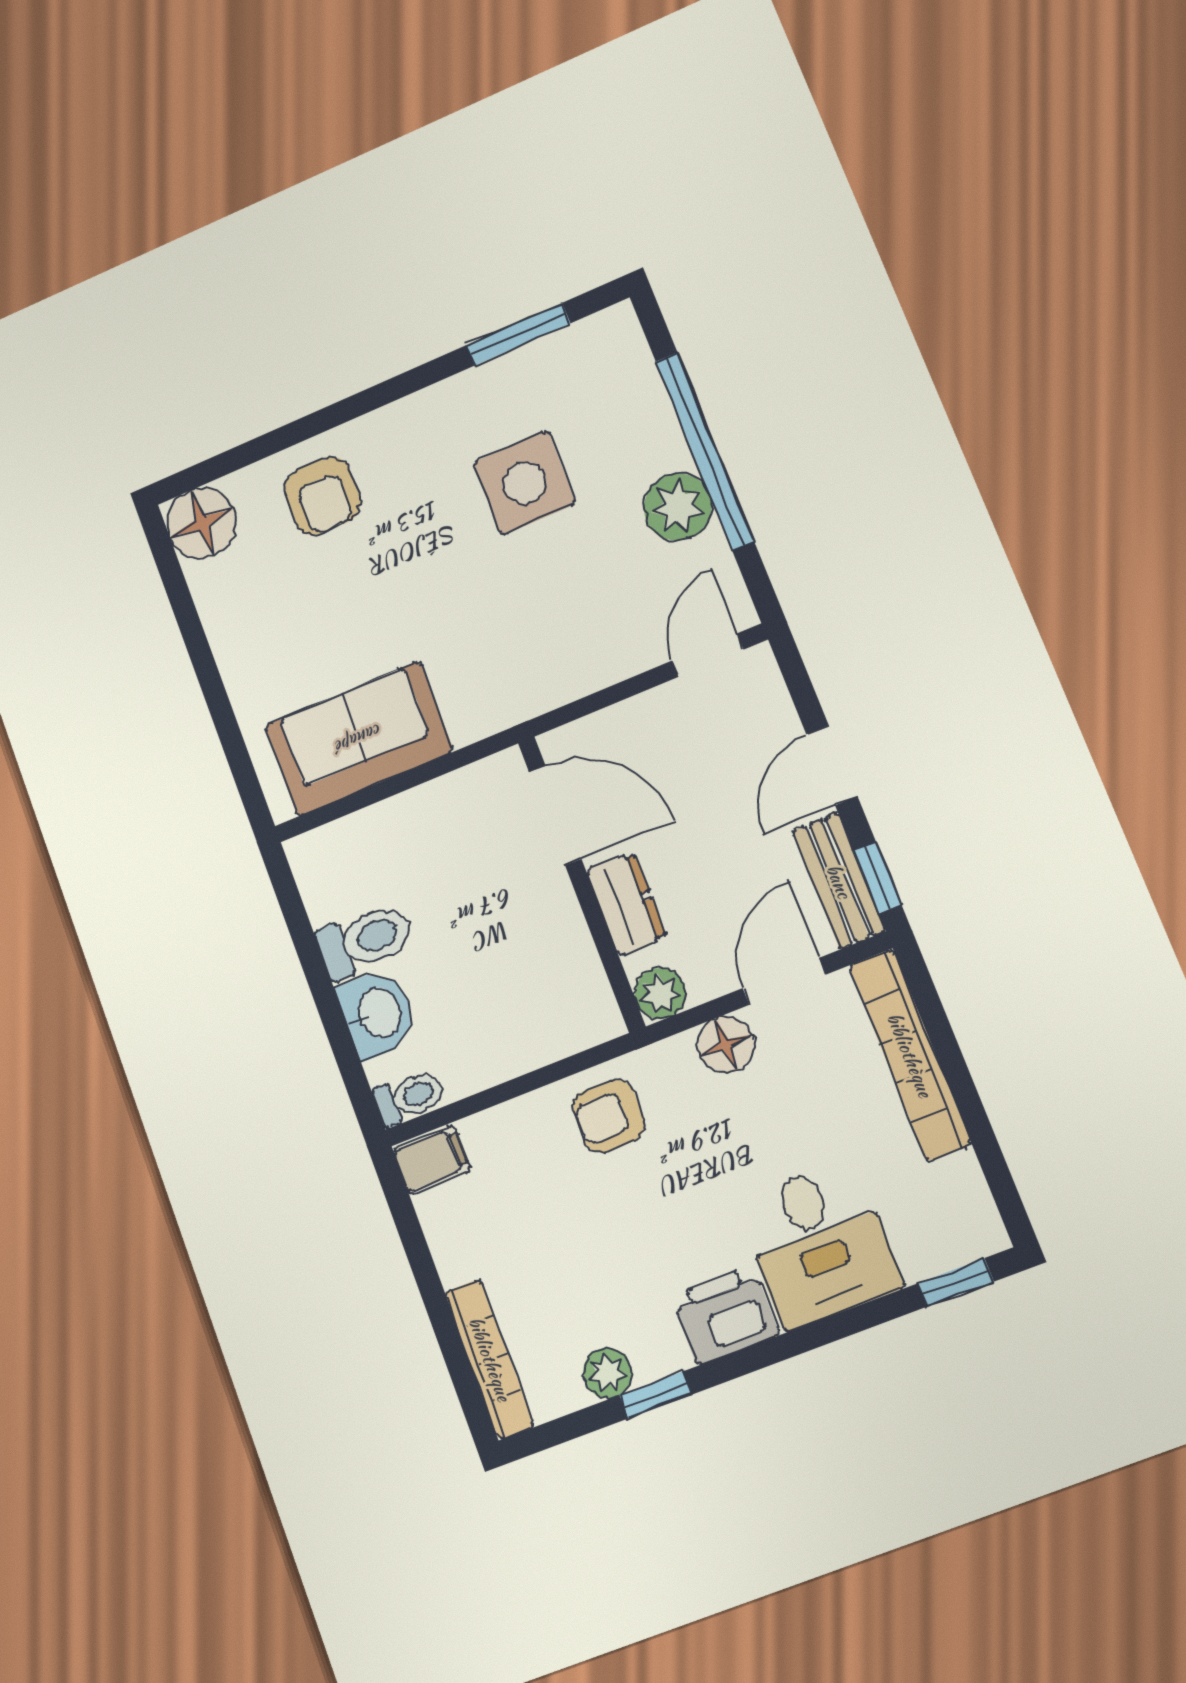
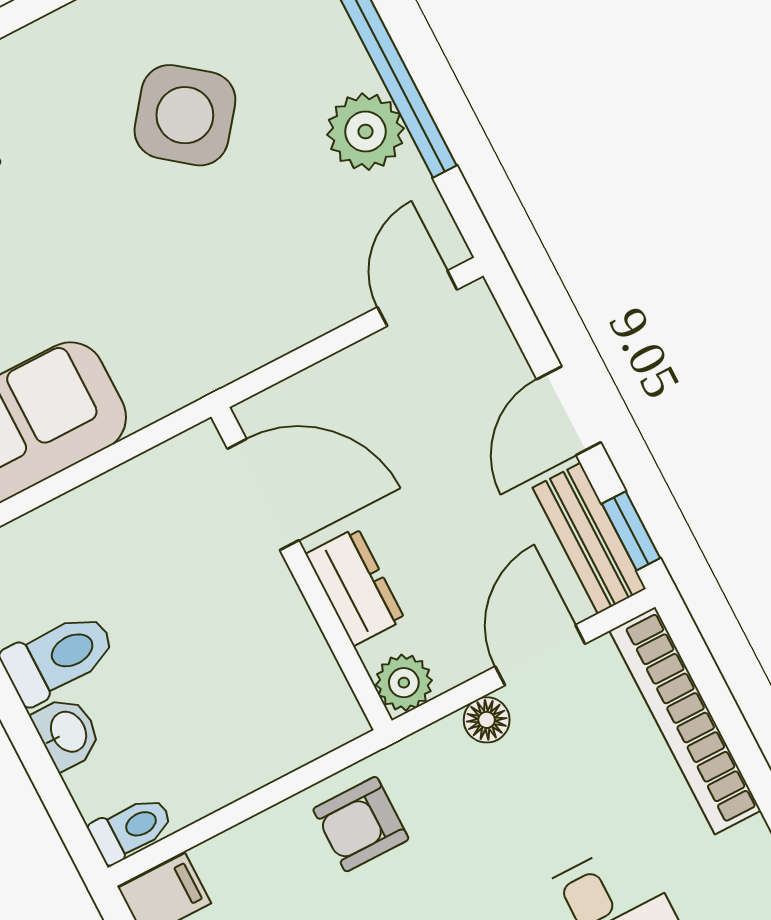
side table: (524, 483) -> (185, 115), turned 38
washbasin: (378, 1013) -> (67, 732), width x0.72, depth x0.69
floor lamp: (726, 1045) -> (487, 720), width x0.73, depth x0.73

